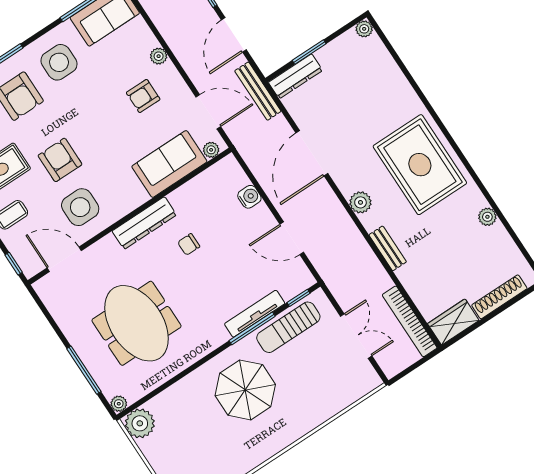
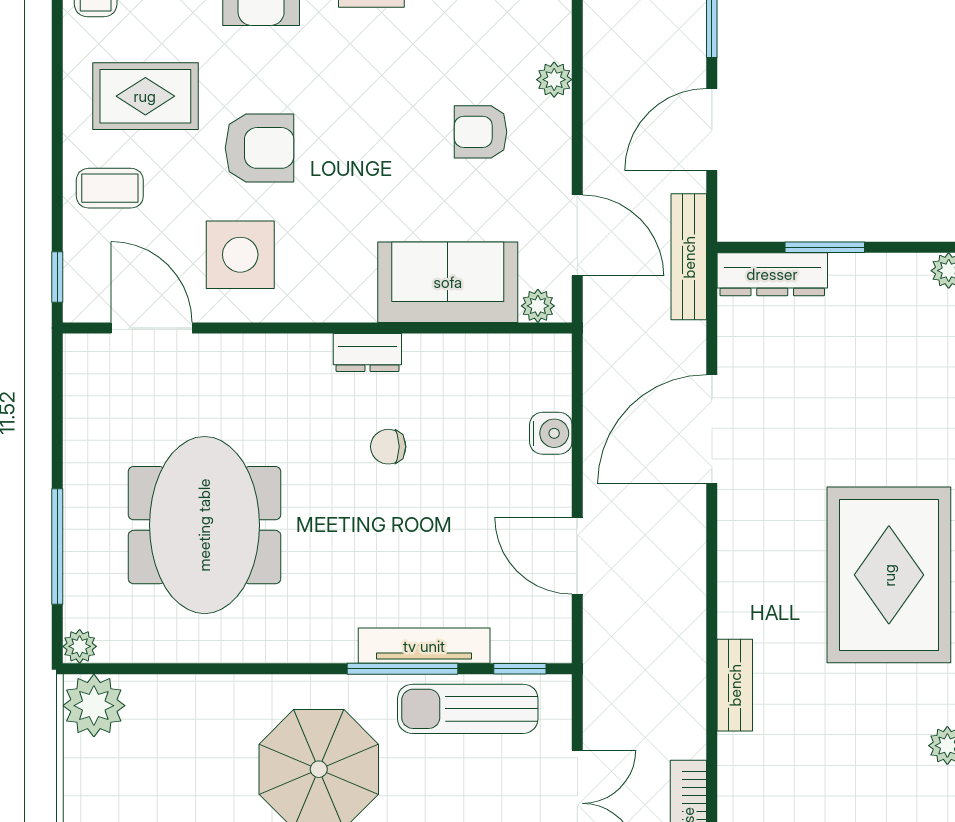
armchair: (60, 160) -> (260, 148), turned 90
plant: (360, 202) -> (740, 572), removed
dresser: (144, 223) -> (367, 353), width x0.51, depth x0.80

